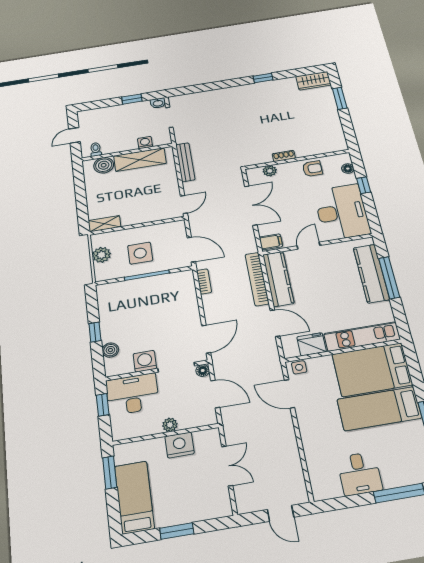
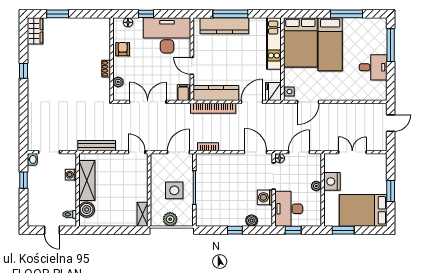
fridge: (312, 344) -> (273, 92), moved
bed: (134, 497) -> (363, 210), width x1.50

